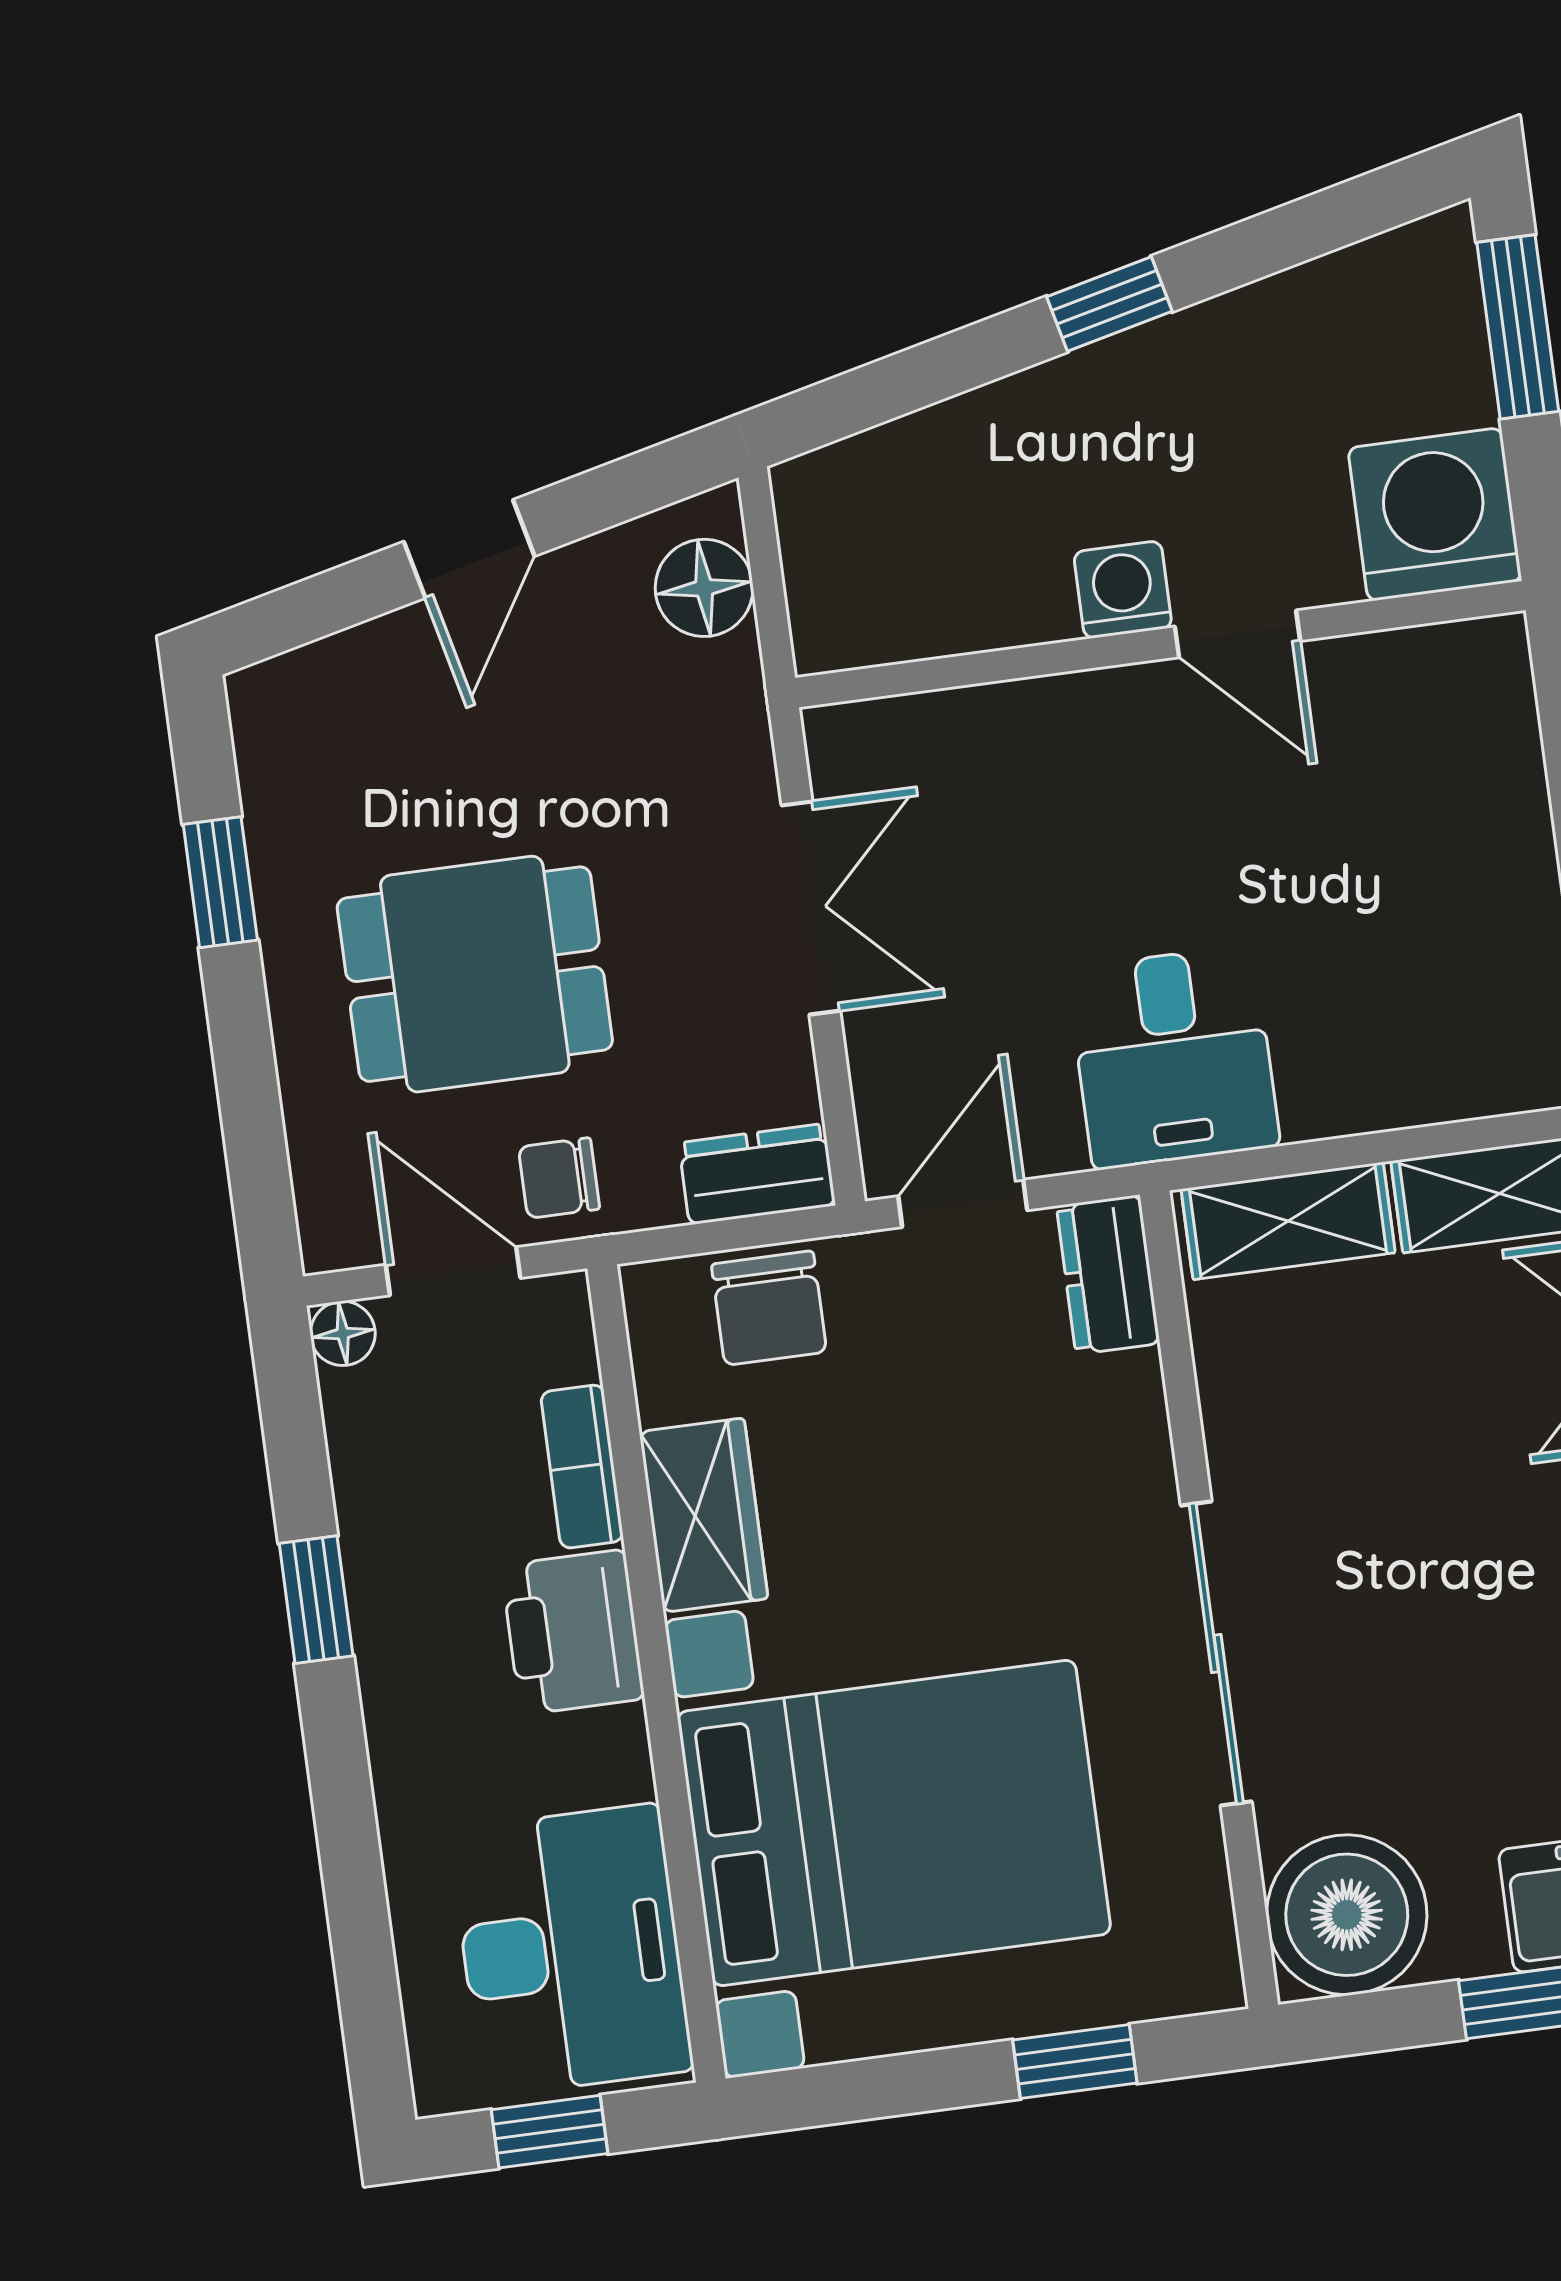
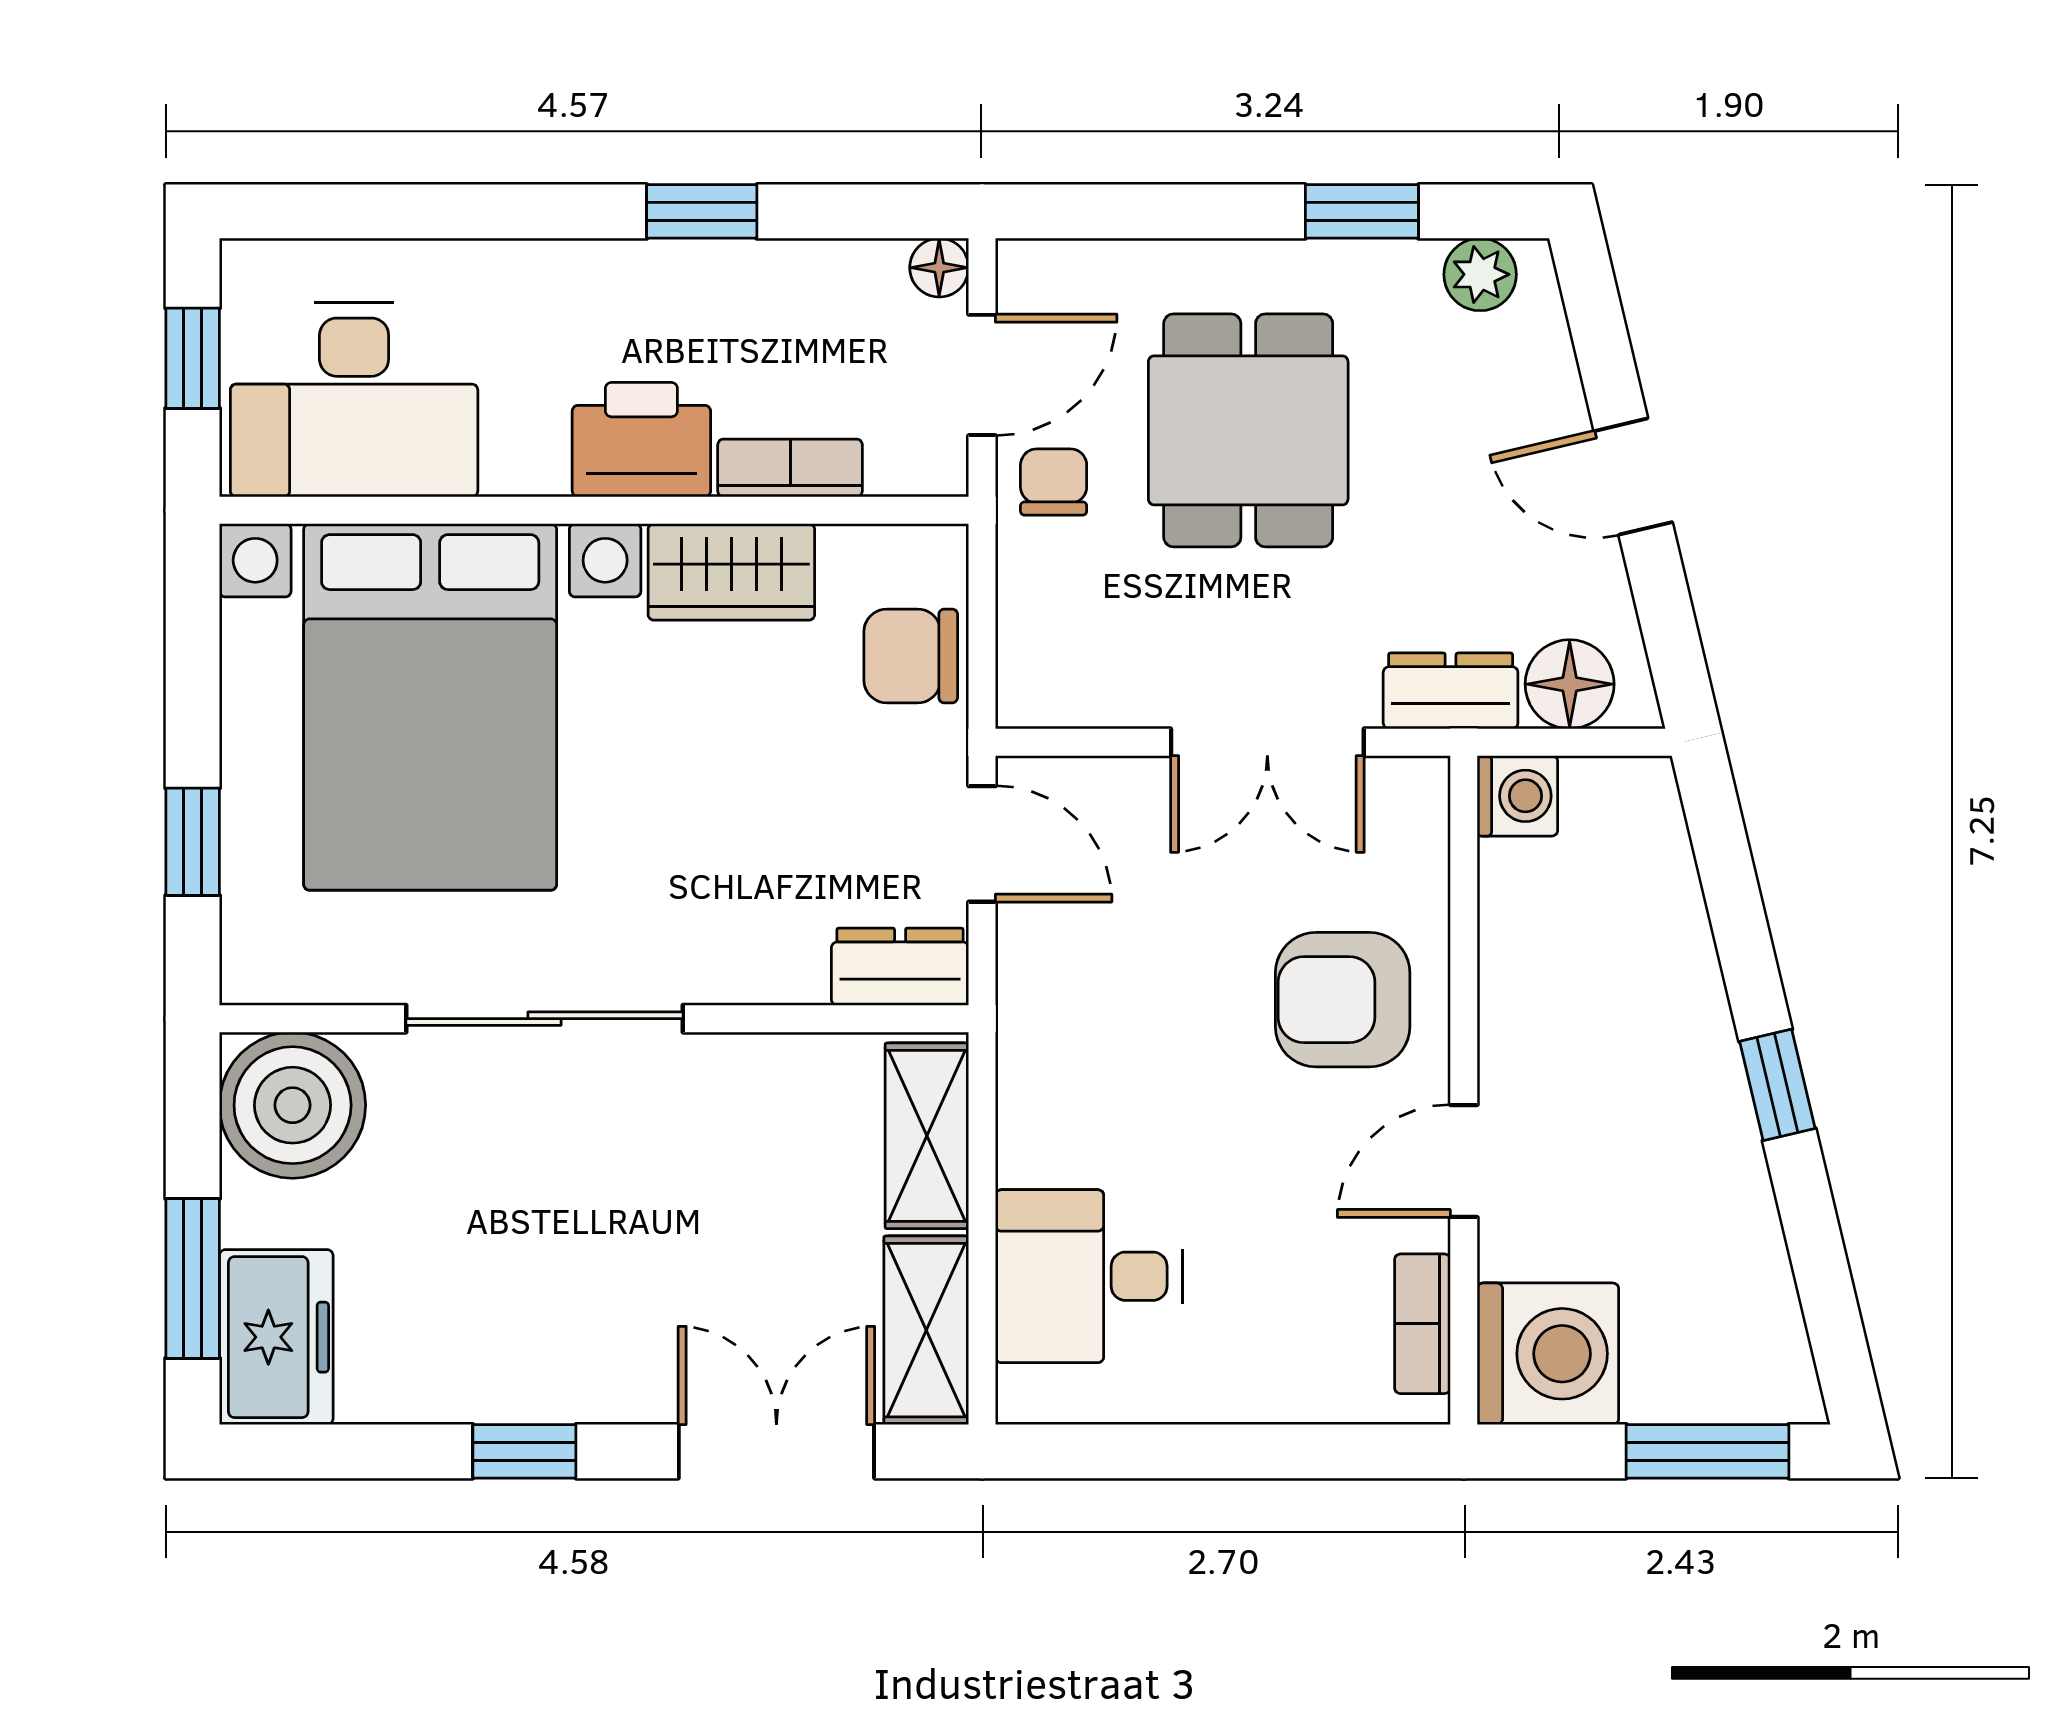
washing machine: (1123, 590) -> (1517, 796), moved
bookcase: (1420, 655) -> (1422, 1324), added
plant: (272, 745) -> (1480, 274), added
armchair: (1080, 789) -> (1343, 1000), added
desk: (1173, 1057) -> (1089, 1276), moved
dresser: (757, 1174) -> (1451, 691), moved, turned -90

